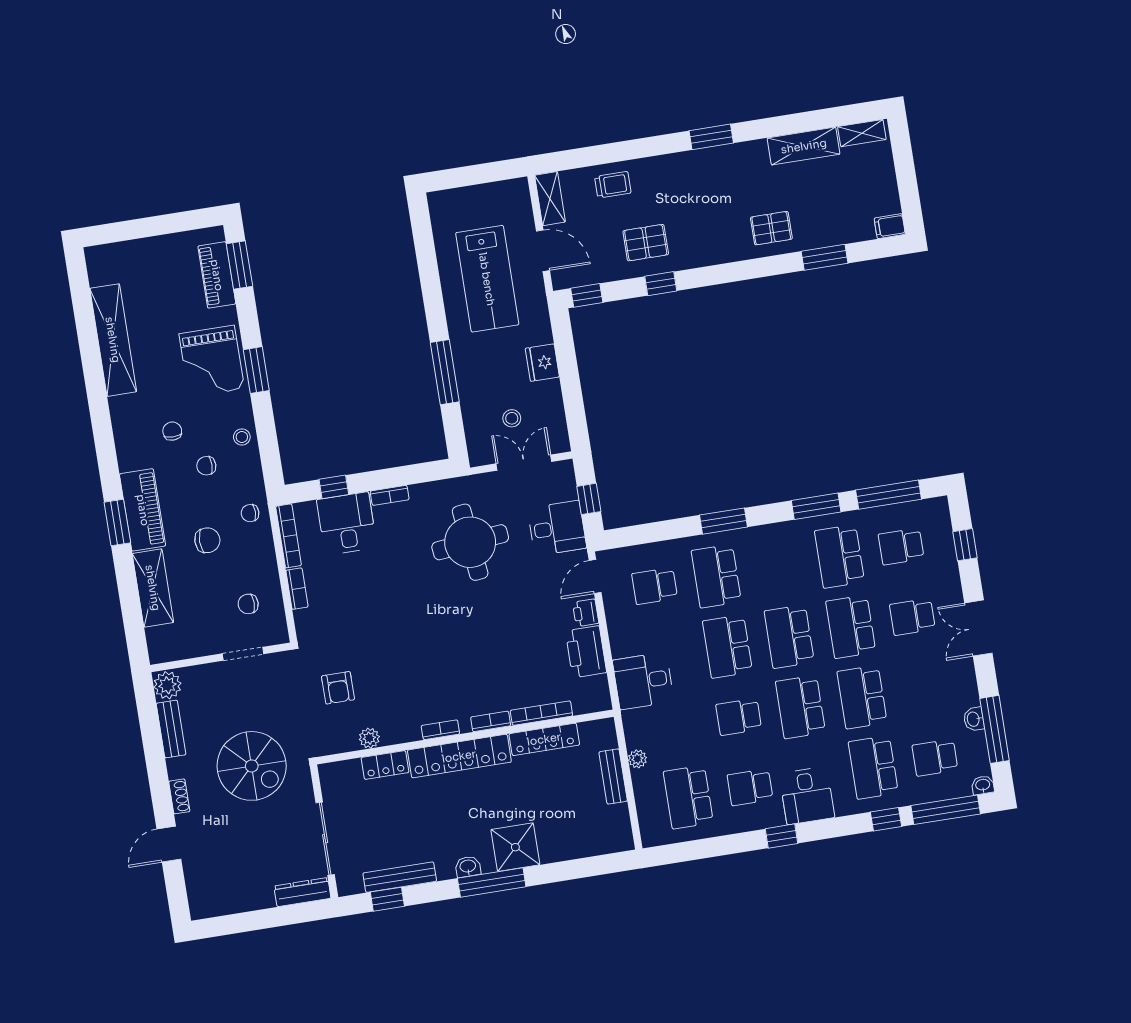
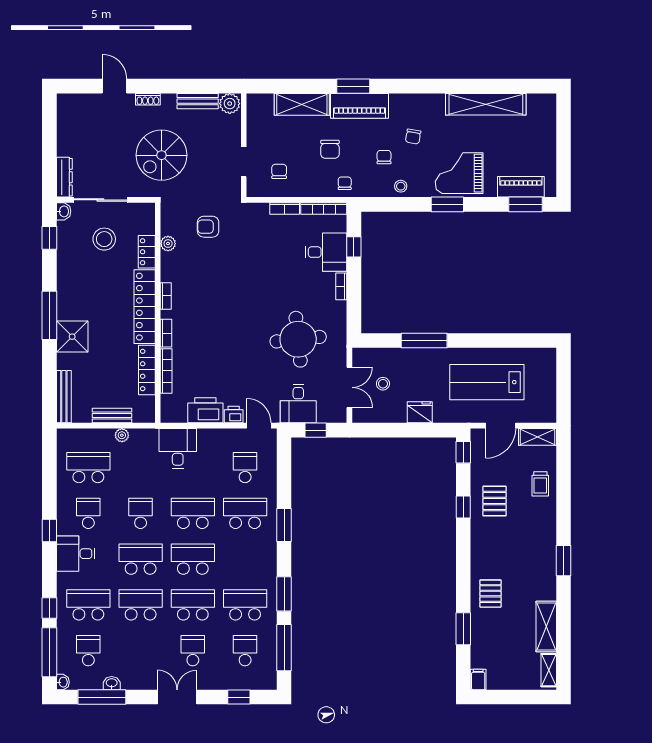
chair: (172, 431) -> (413, 136), turned 100
stool: (377, 825) -> (104, 239), added
washbasin: (468, 867) -> (64, 211), moved
bench: (400, 877) -> (64, 397), moved

